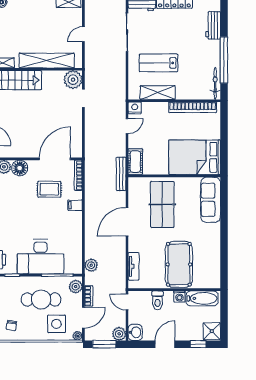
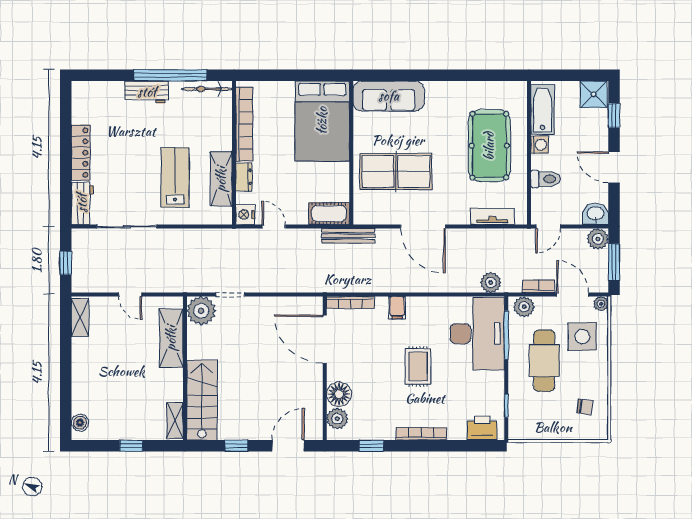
workbench: (213, 25) -> (147, 92), moved
shelving: (47, 61) -> (171, 338), width x0.68
lab bench: (159, 63) -> (175, 177), turned 180
dresser: (159, 107) -> (244, 177), added
rug: (49, 189) -> (418, 366), moved
desk: (41, 257) -> (477, 334), moved
pool table: (179, 264) -> (489, 146), turned 90

